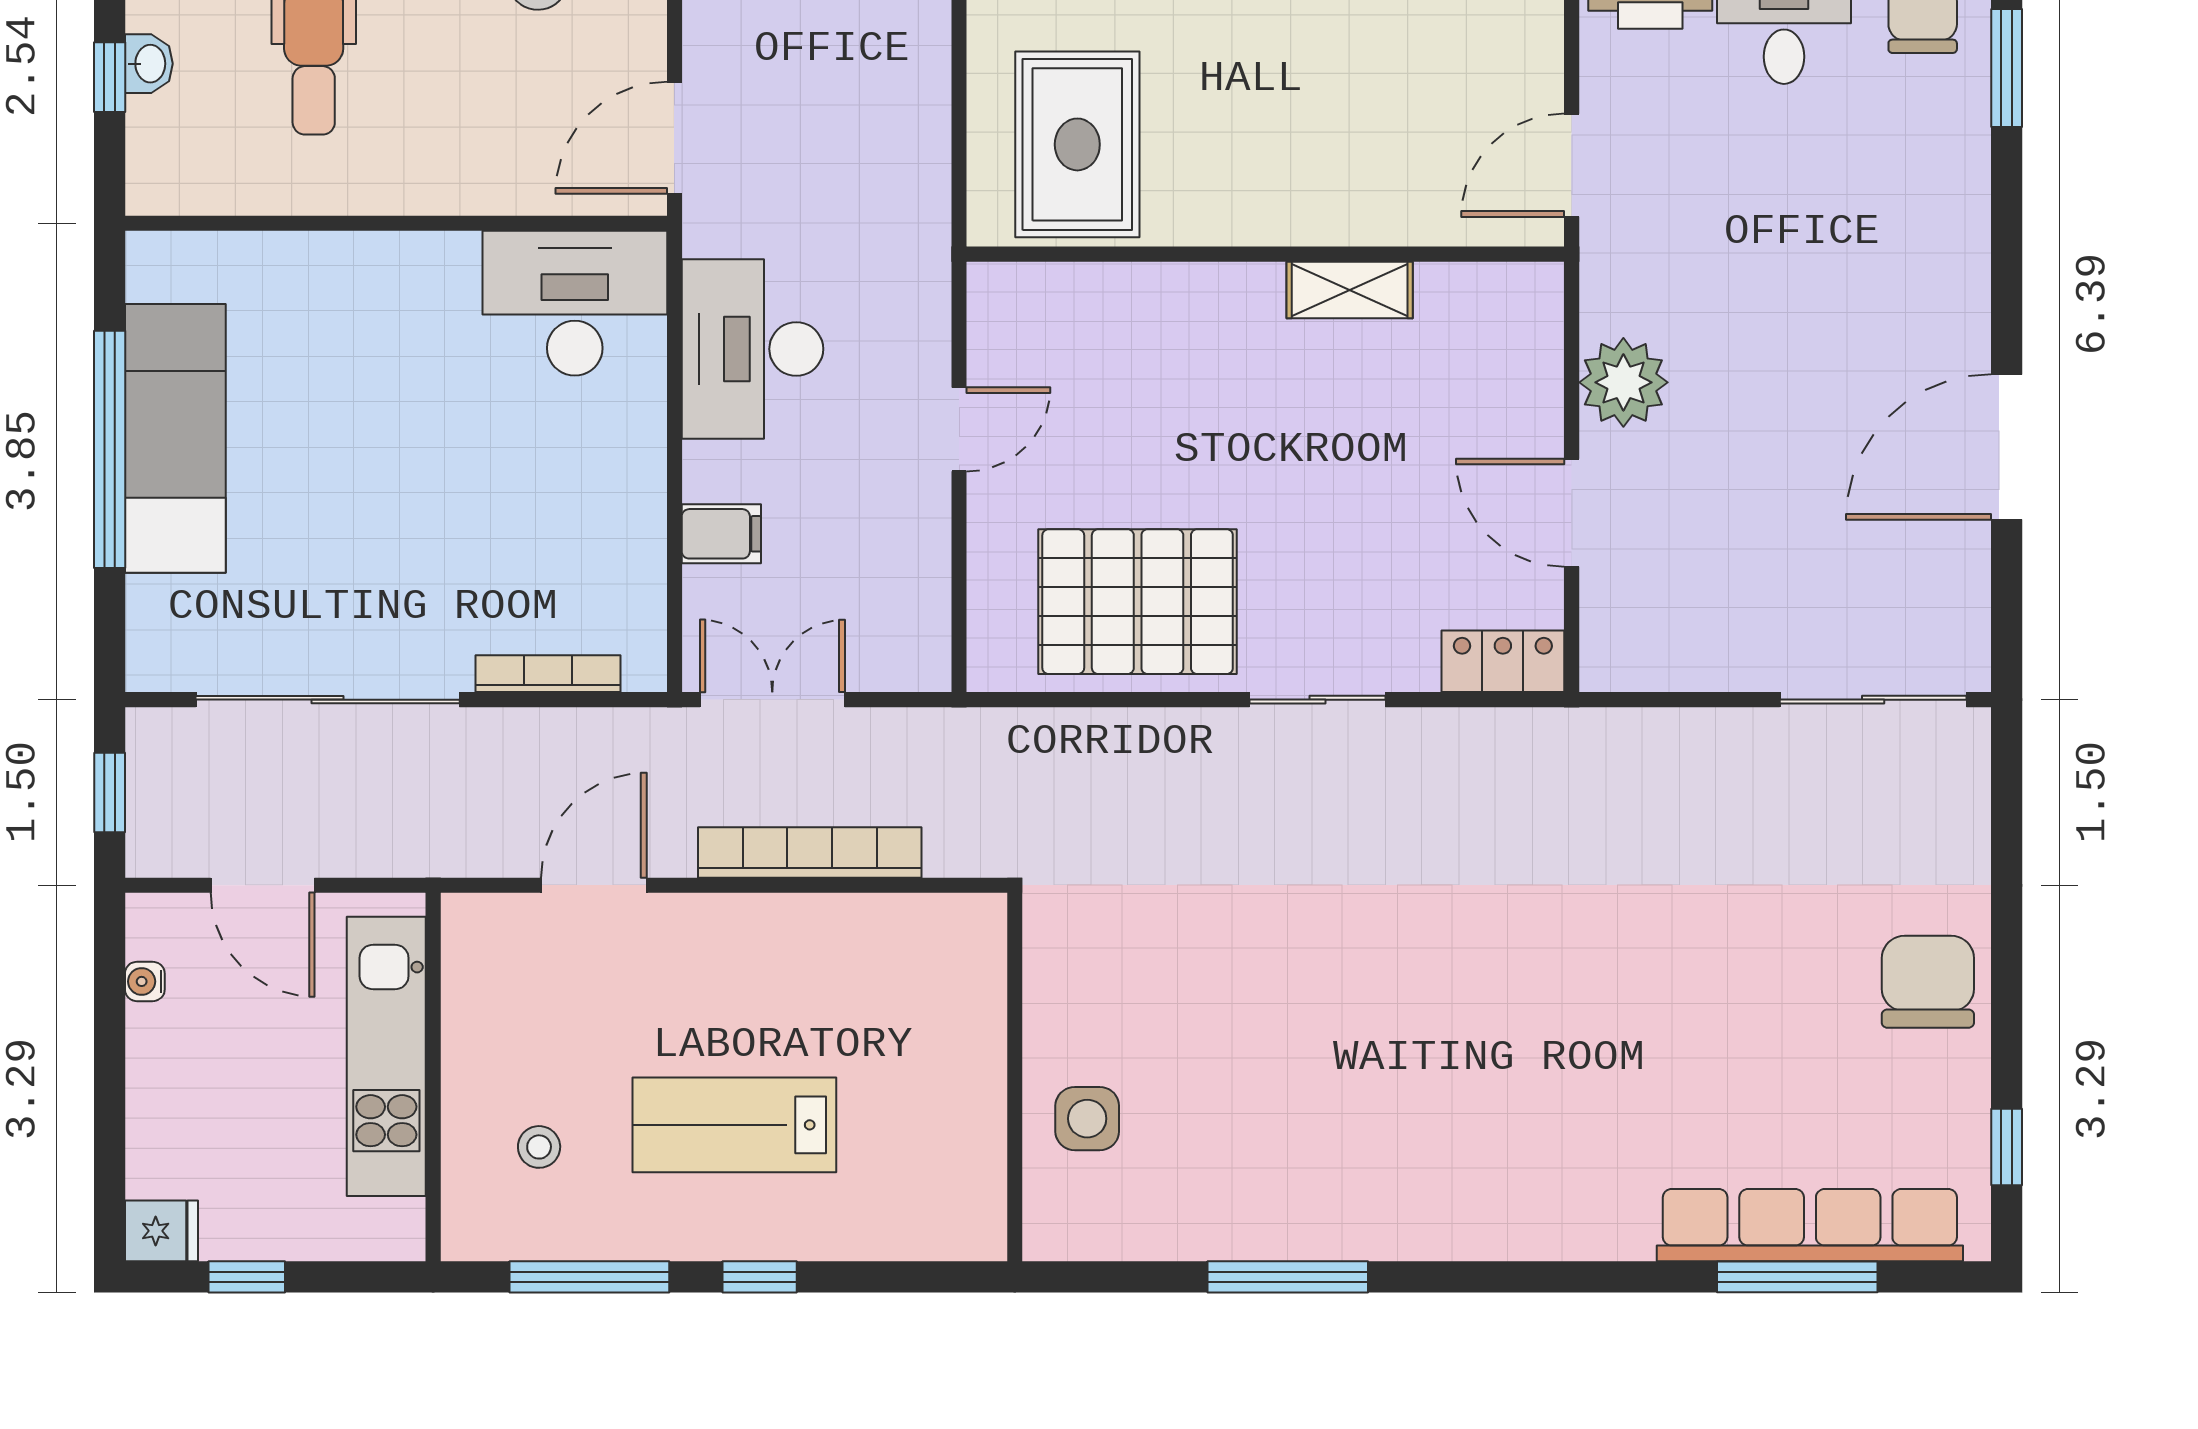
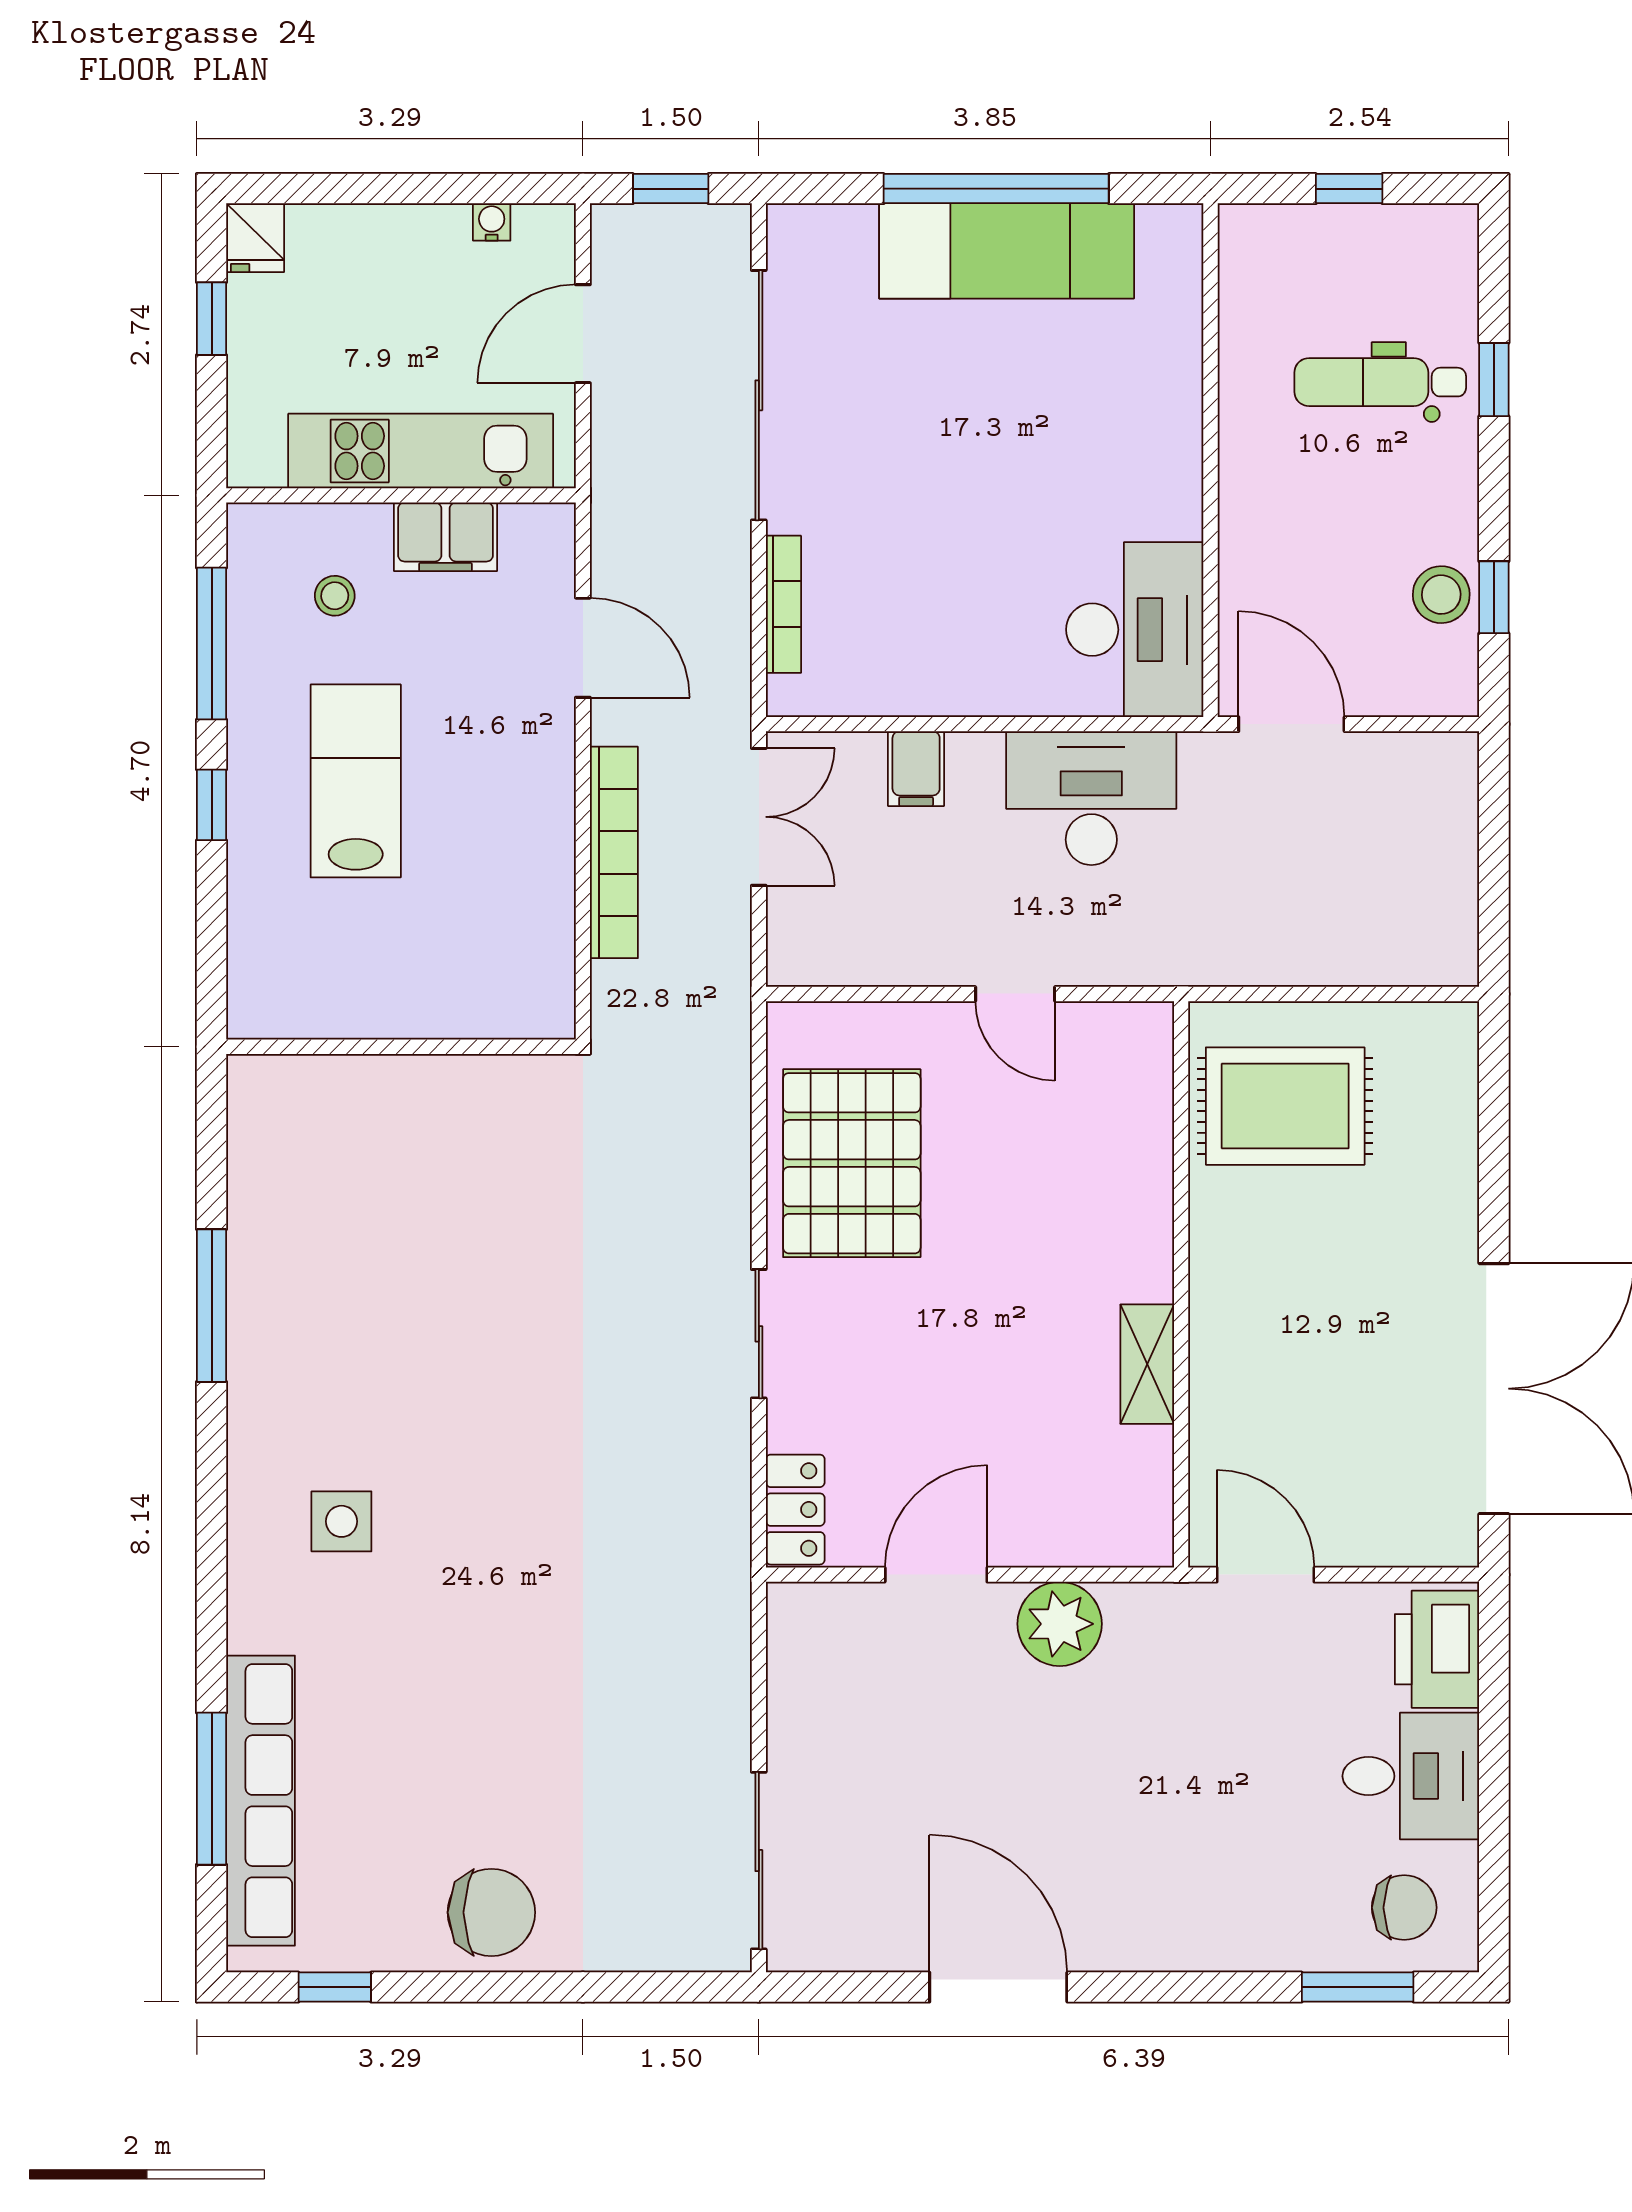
washbasin: (149, 64) -> (1362, 226), removed
filing cabinet: (477, 1030) -> (446, 537), added
side table: (1087, 1119) -> (341, 1521), moved

